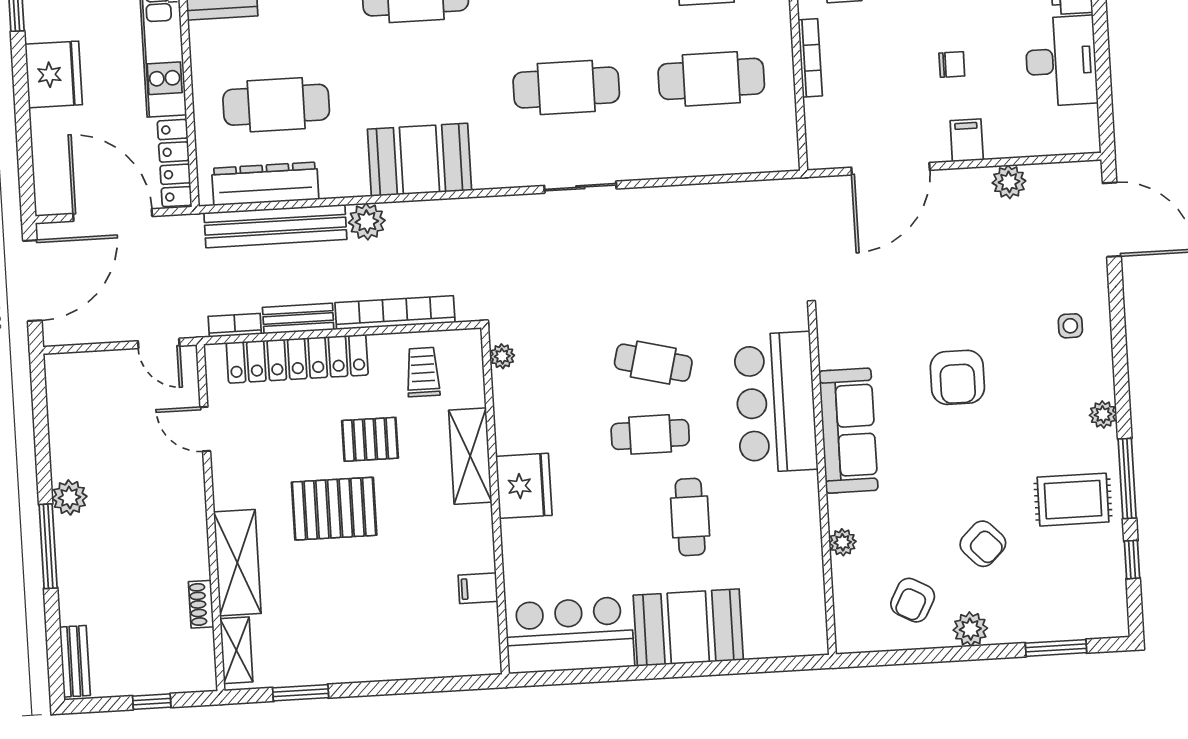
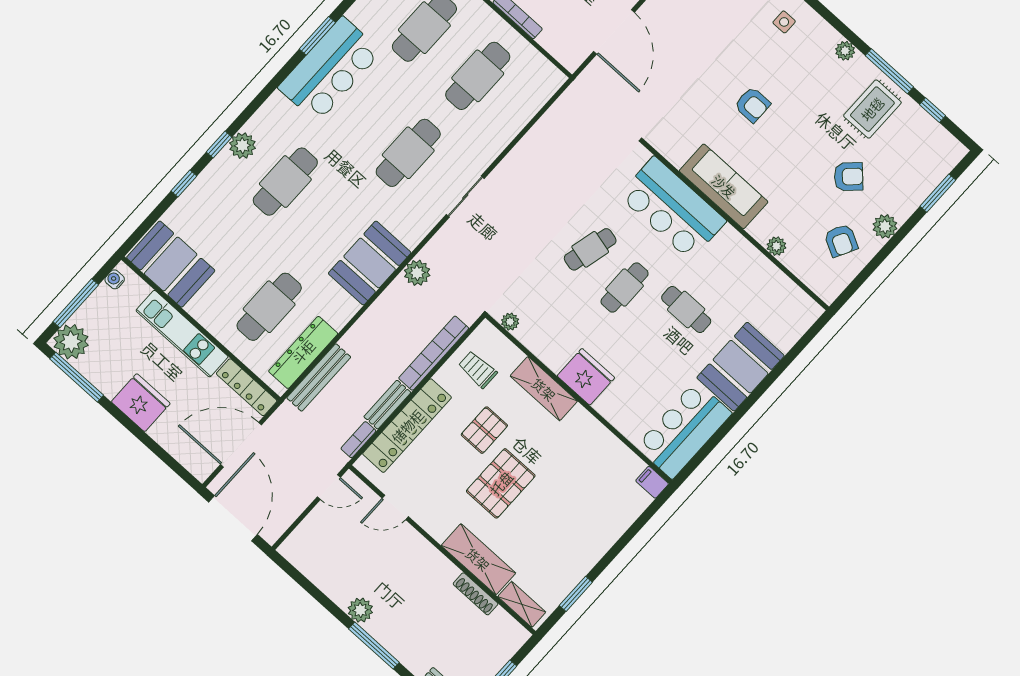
plant: (367, 222) -> (417, 273), moved
bench: (275, 226) -> (319, 378), width x0.73, depth x0.82
armchair: (957, 377) -> (752, 105), width x0.72, depth x0.72
filing cabinet: (478, 588) -> (652, 482), moved, turned 90
shoe rack: (201, 604) -> (476, 594), width x1.43

